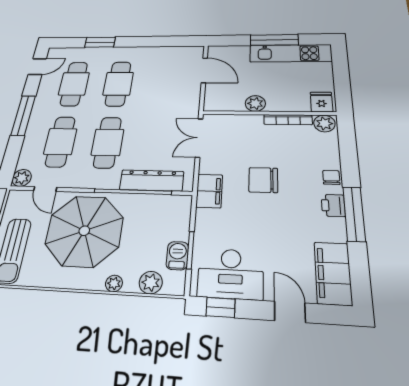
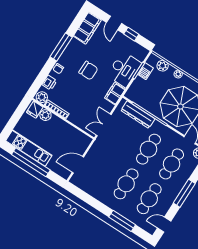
window: (274, 40) -> (31, 162), width x1.46
window: (100, 42) -> (122, 221), width x1.44
door: (204, 70) -> (78, 165), hinge flipped
plant: (255, 103) -> (45, 115), moved
double door: (199, 138) -> (104, 125), swing flipped
chair: (263, 180) -> (88, 71), moved
printer: (333, 205) -> (49, 83), moved
desk: (231, 274) -> (124, 69), moved, turned 90
window: (221, 307) -> (131, 34), moved

